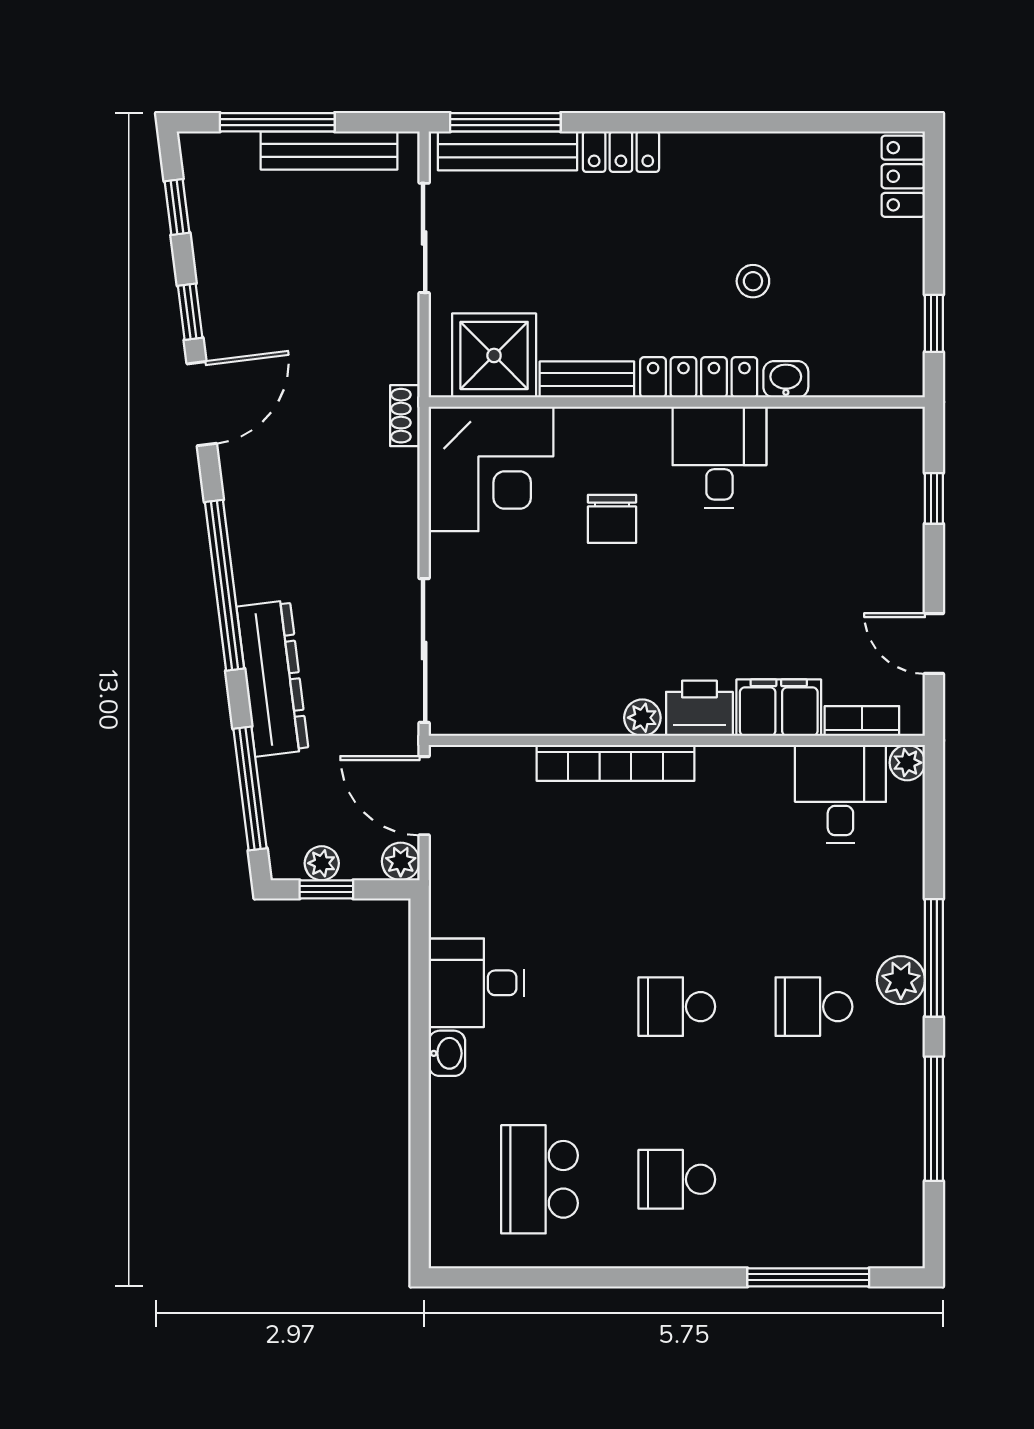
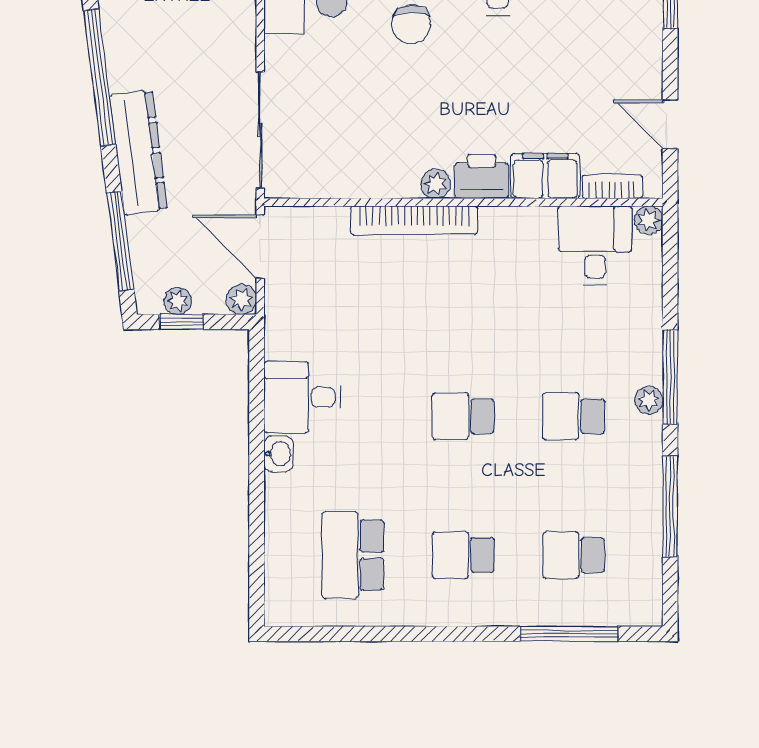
plant: (901, 980) -> (649, 400), width x0.73, depth x0.73
school desk: (814, 1179) -> (574, 555), added

